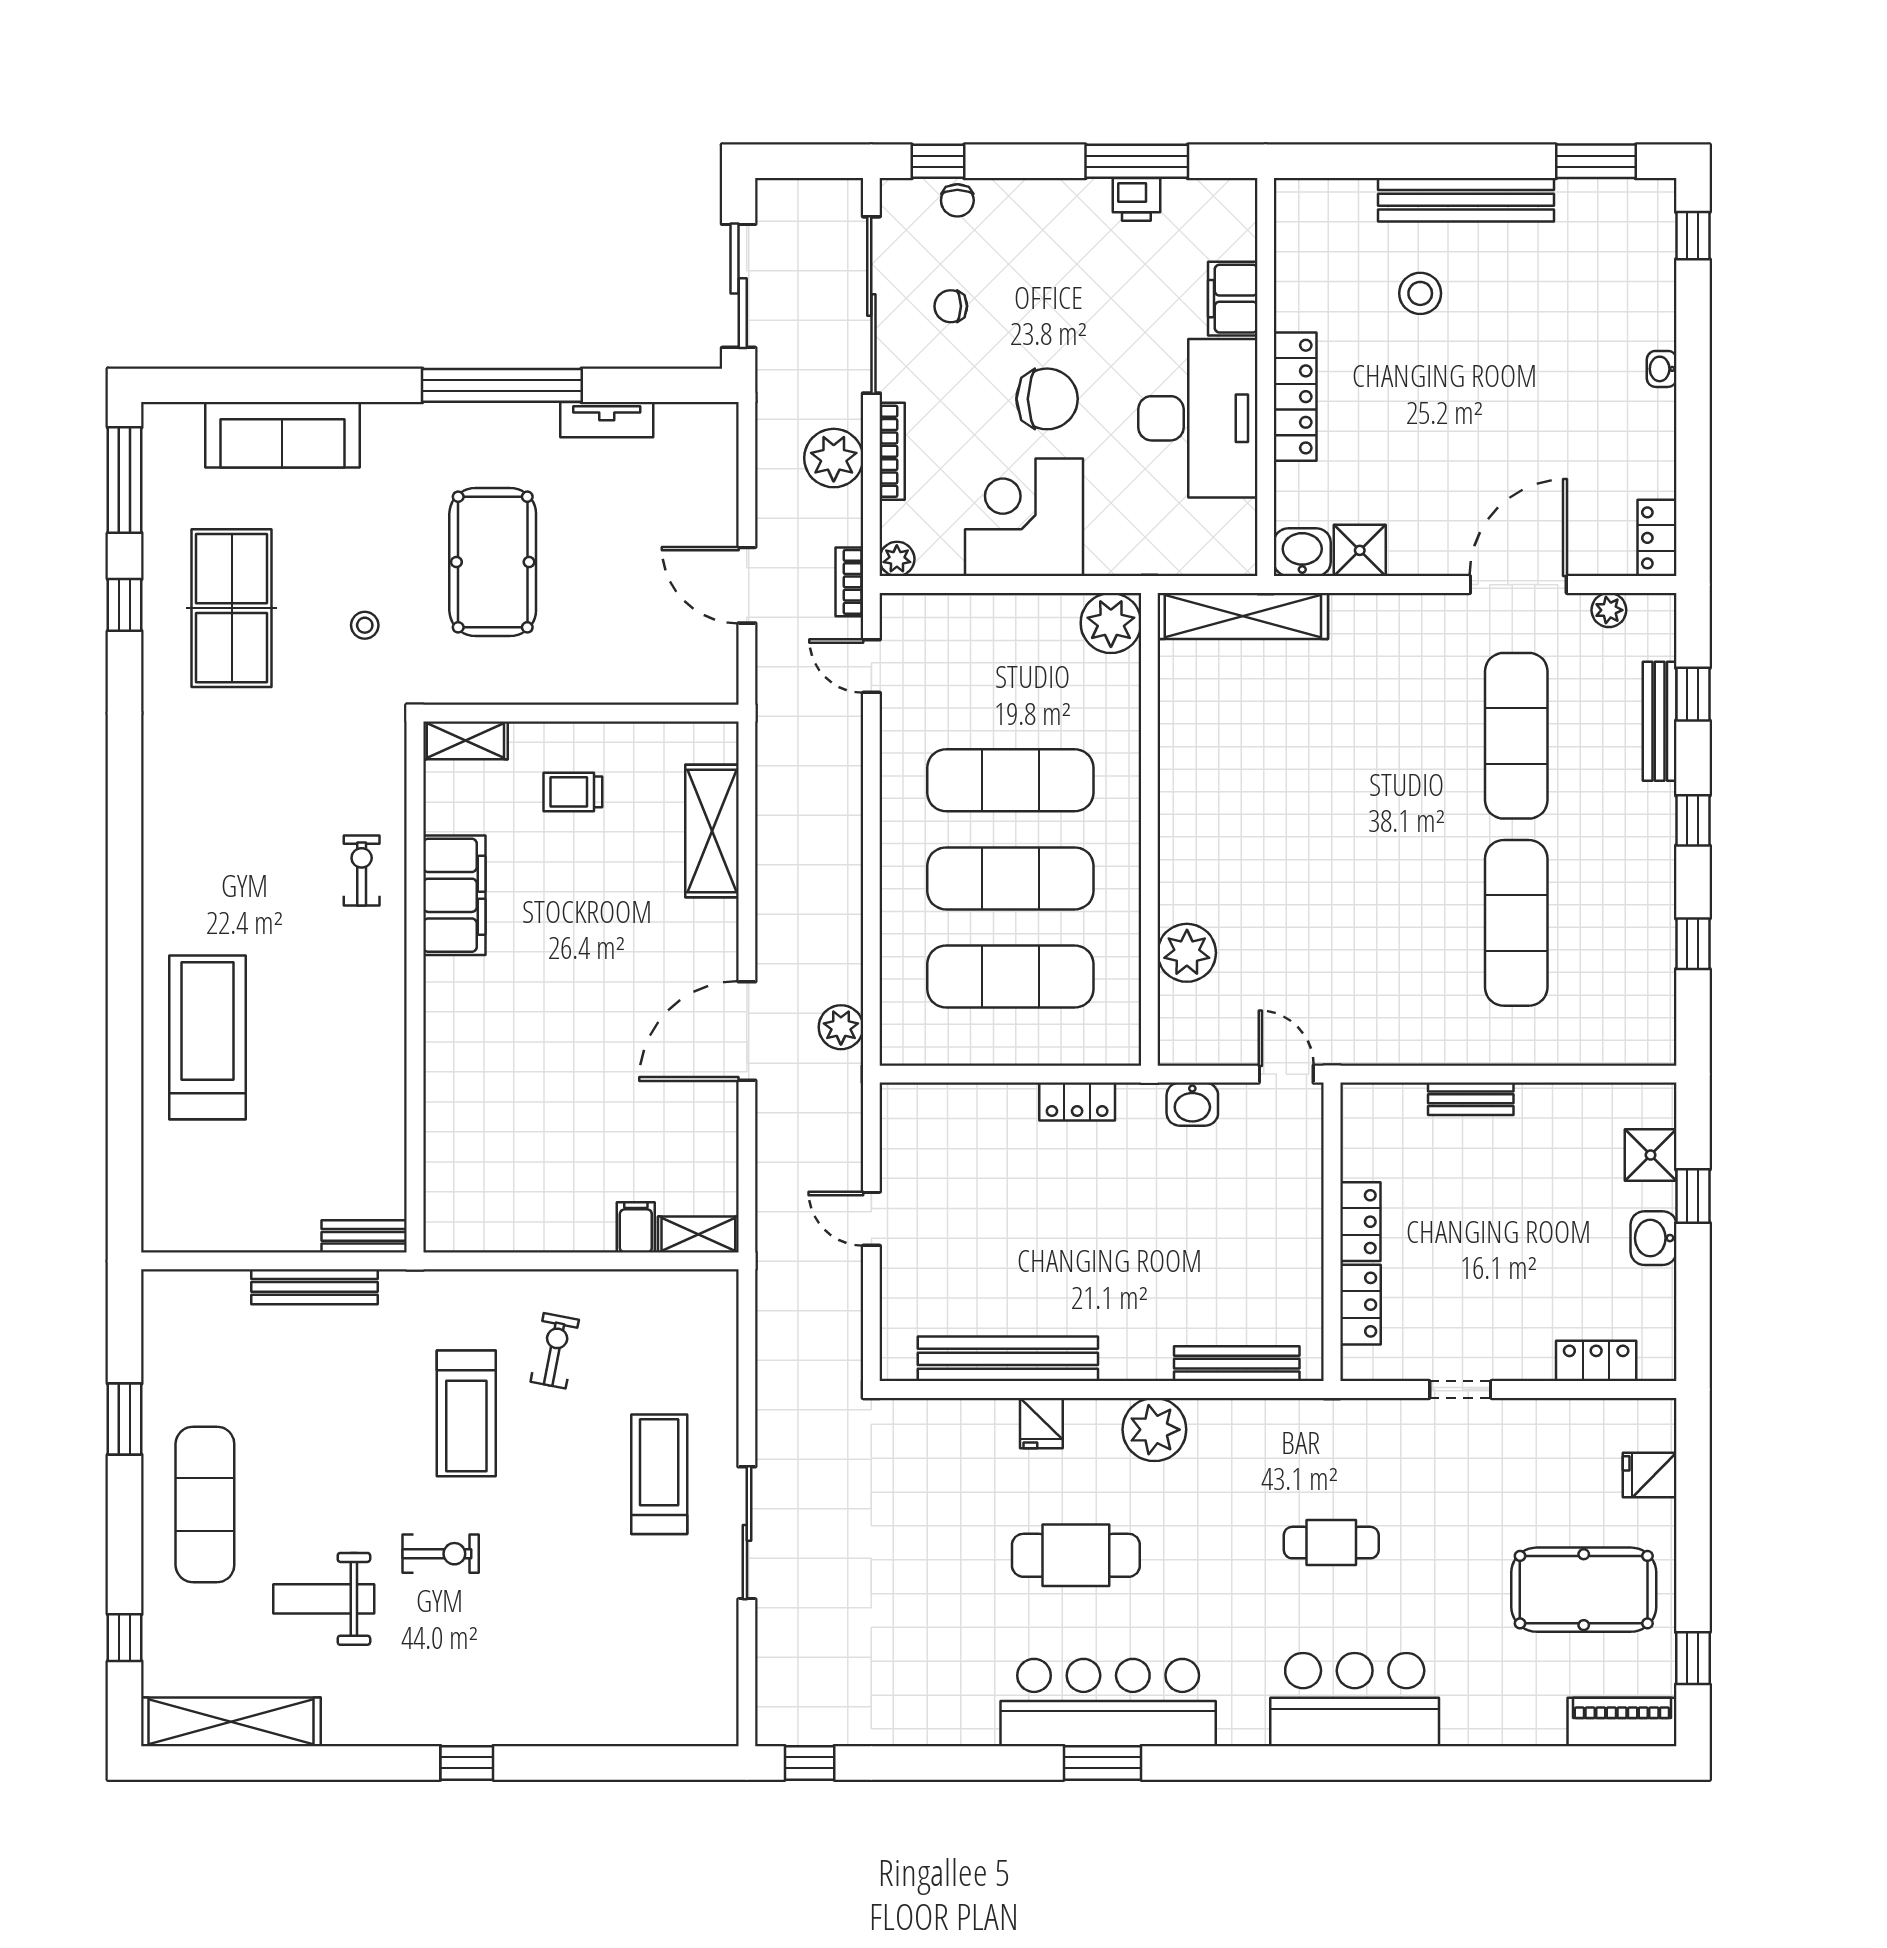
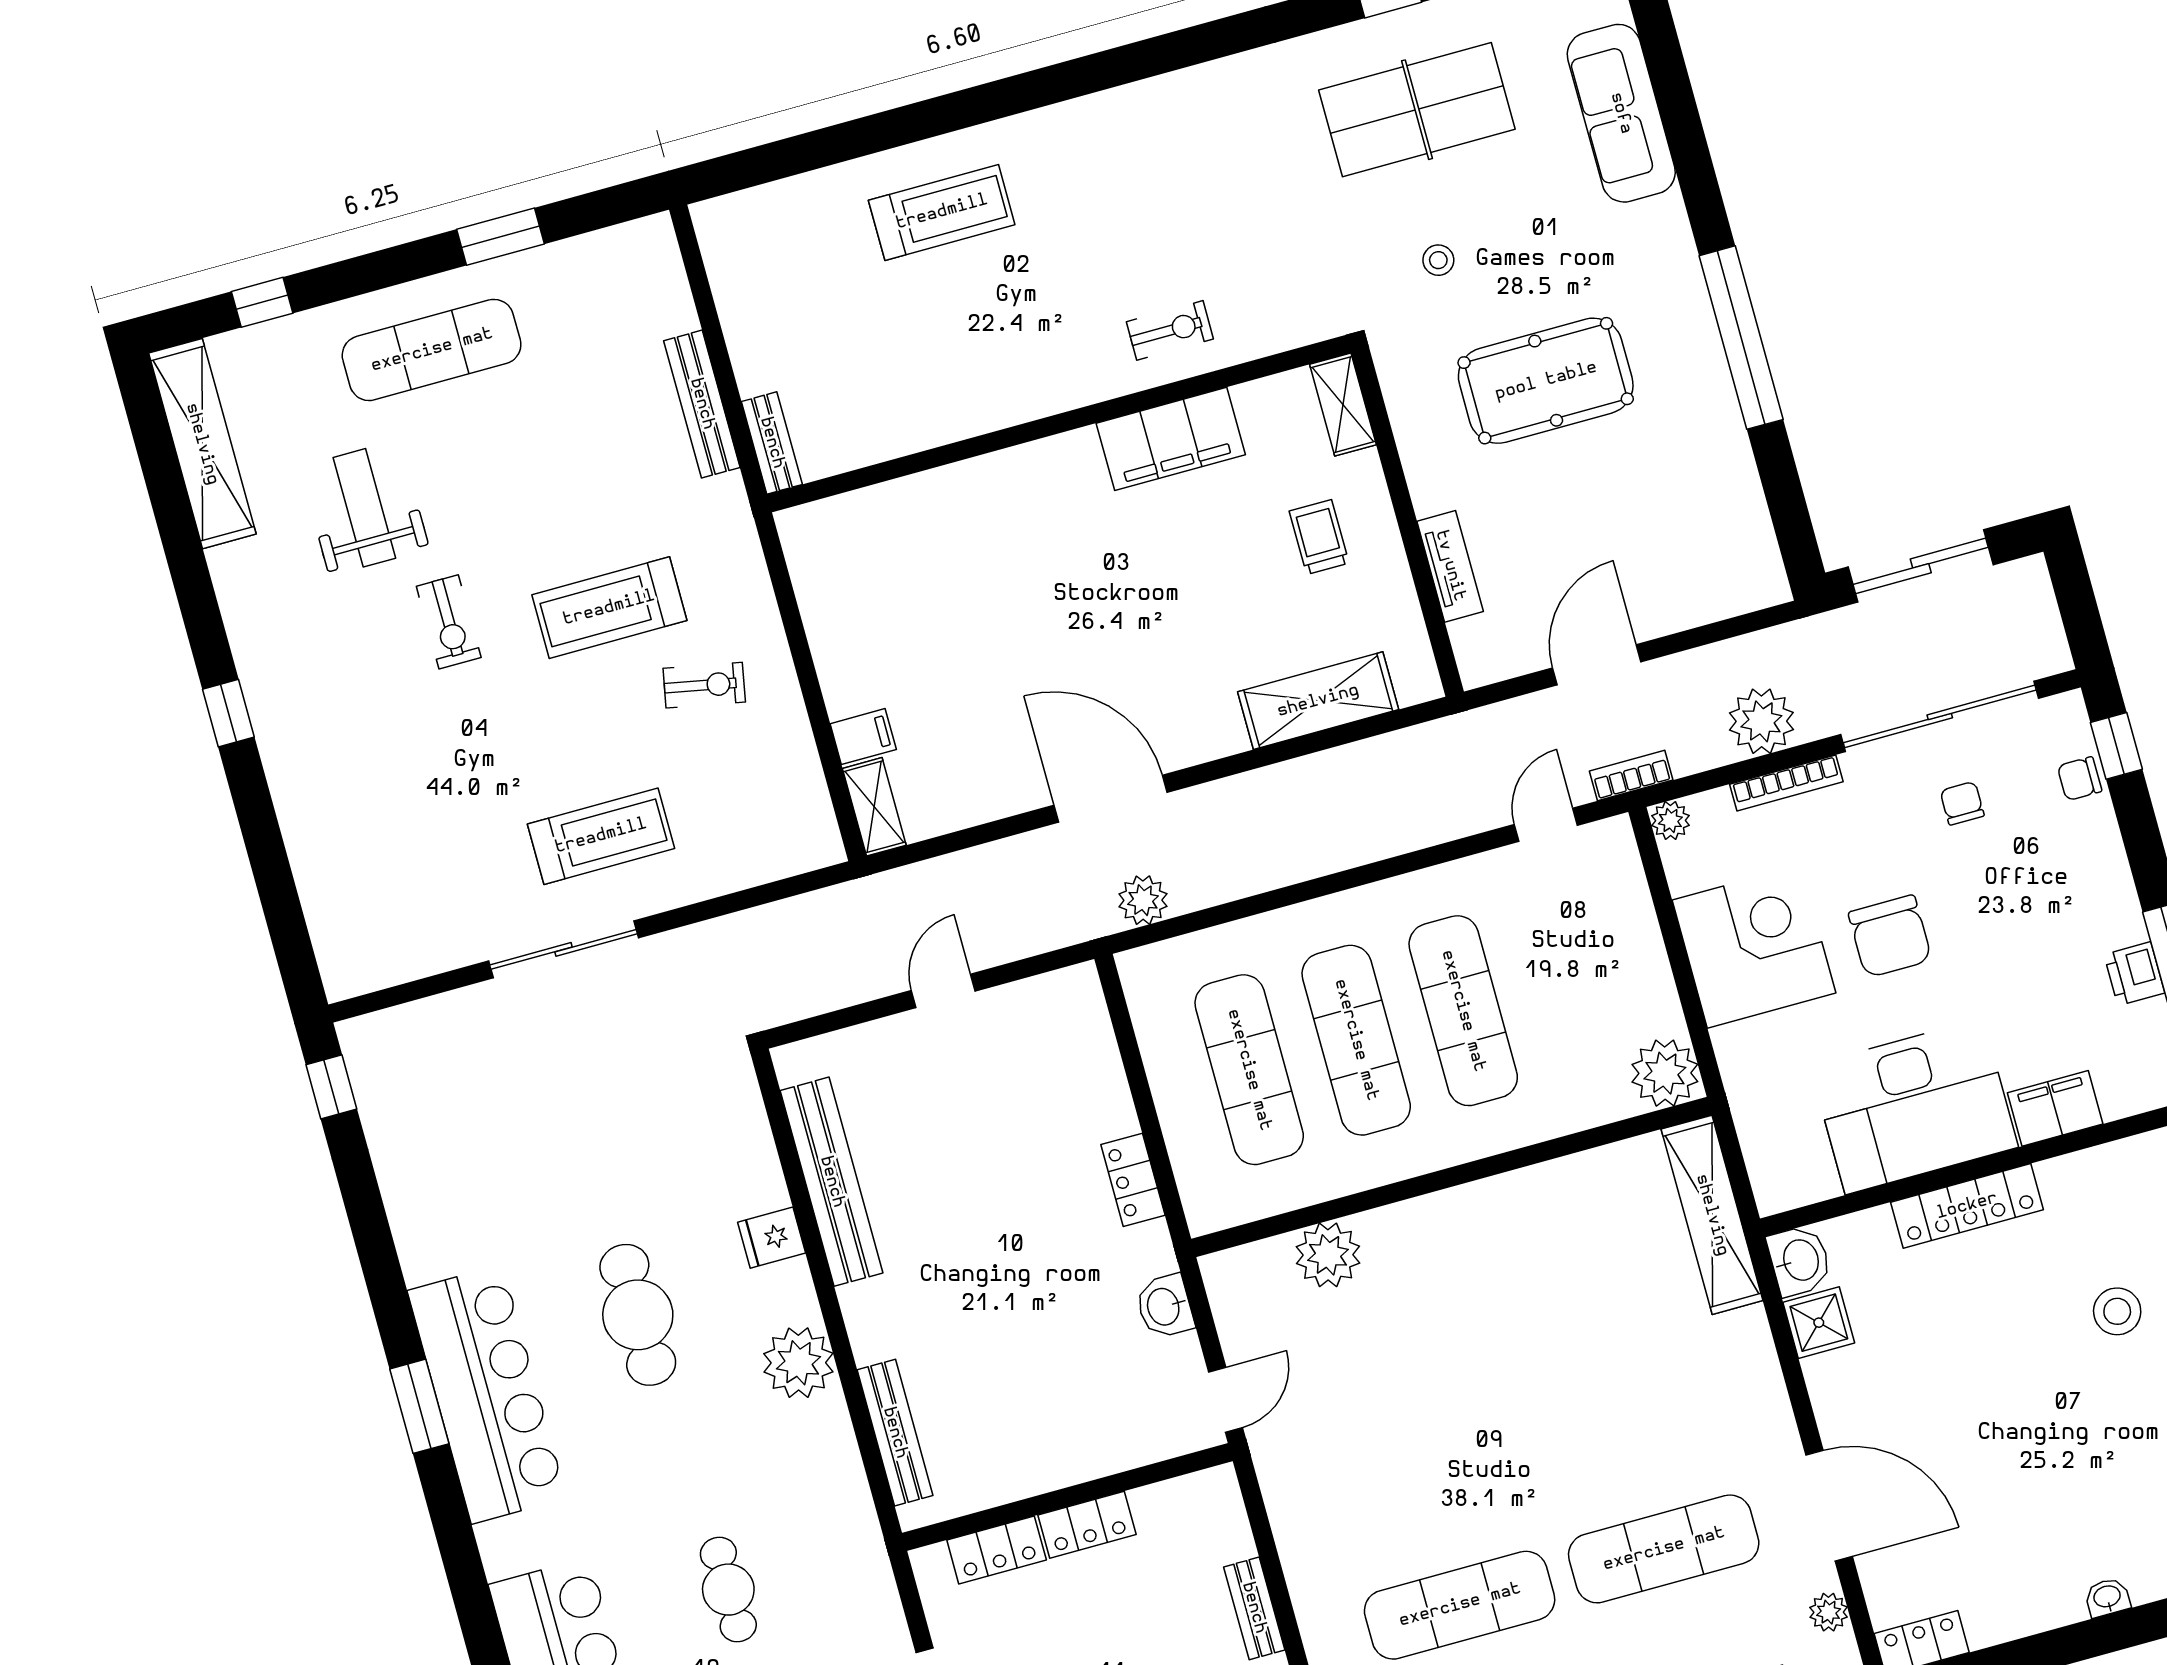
tv unit: (607, 420) -> (1450, 566), moved, turned 180
treadmill: (208, 1037) -> (942, 212), width x0.73, depth x0.73

